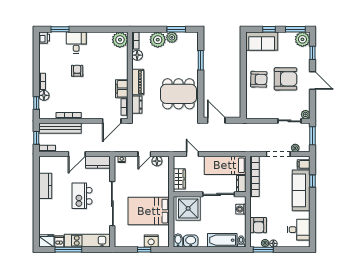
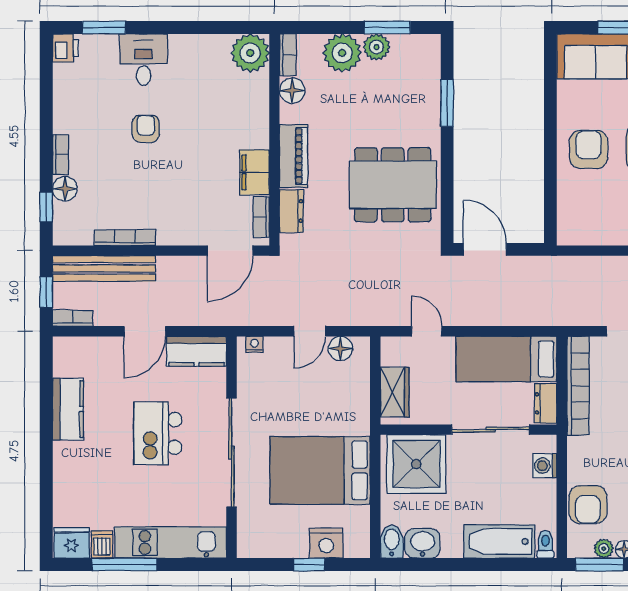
armchair: (259, 79) -> (589, 149), turned -92

